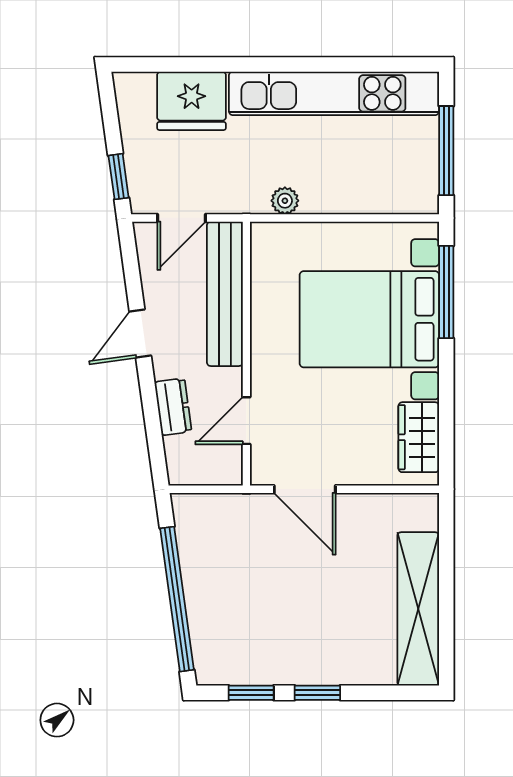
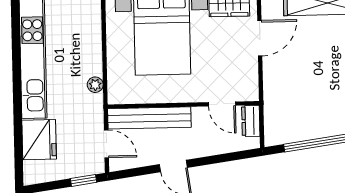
dresser: (173, 407) -> (251, 121), moved, turned -82
door: (305, 489) -> (260, 38), moved

